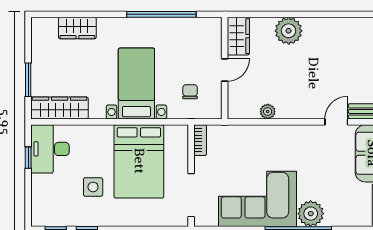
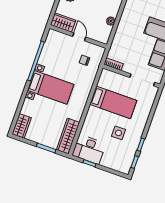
wardrobe: (77, 28) -> (22, 126), moved
bed with nightstands: (136, 83) -> (51, 87), moved, turned 180
bed: (139, 161) -> (113, 102), width x0.67

